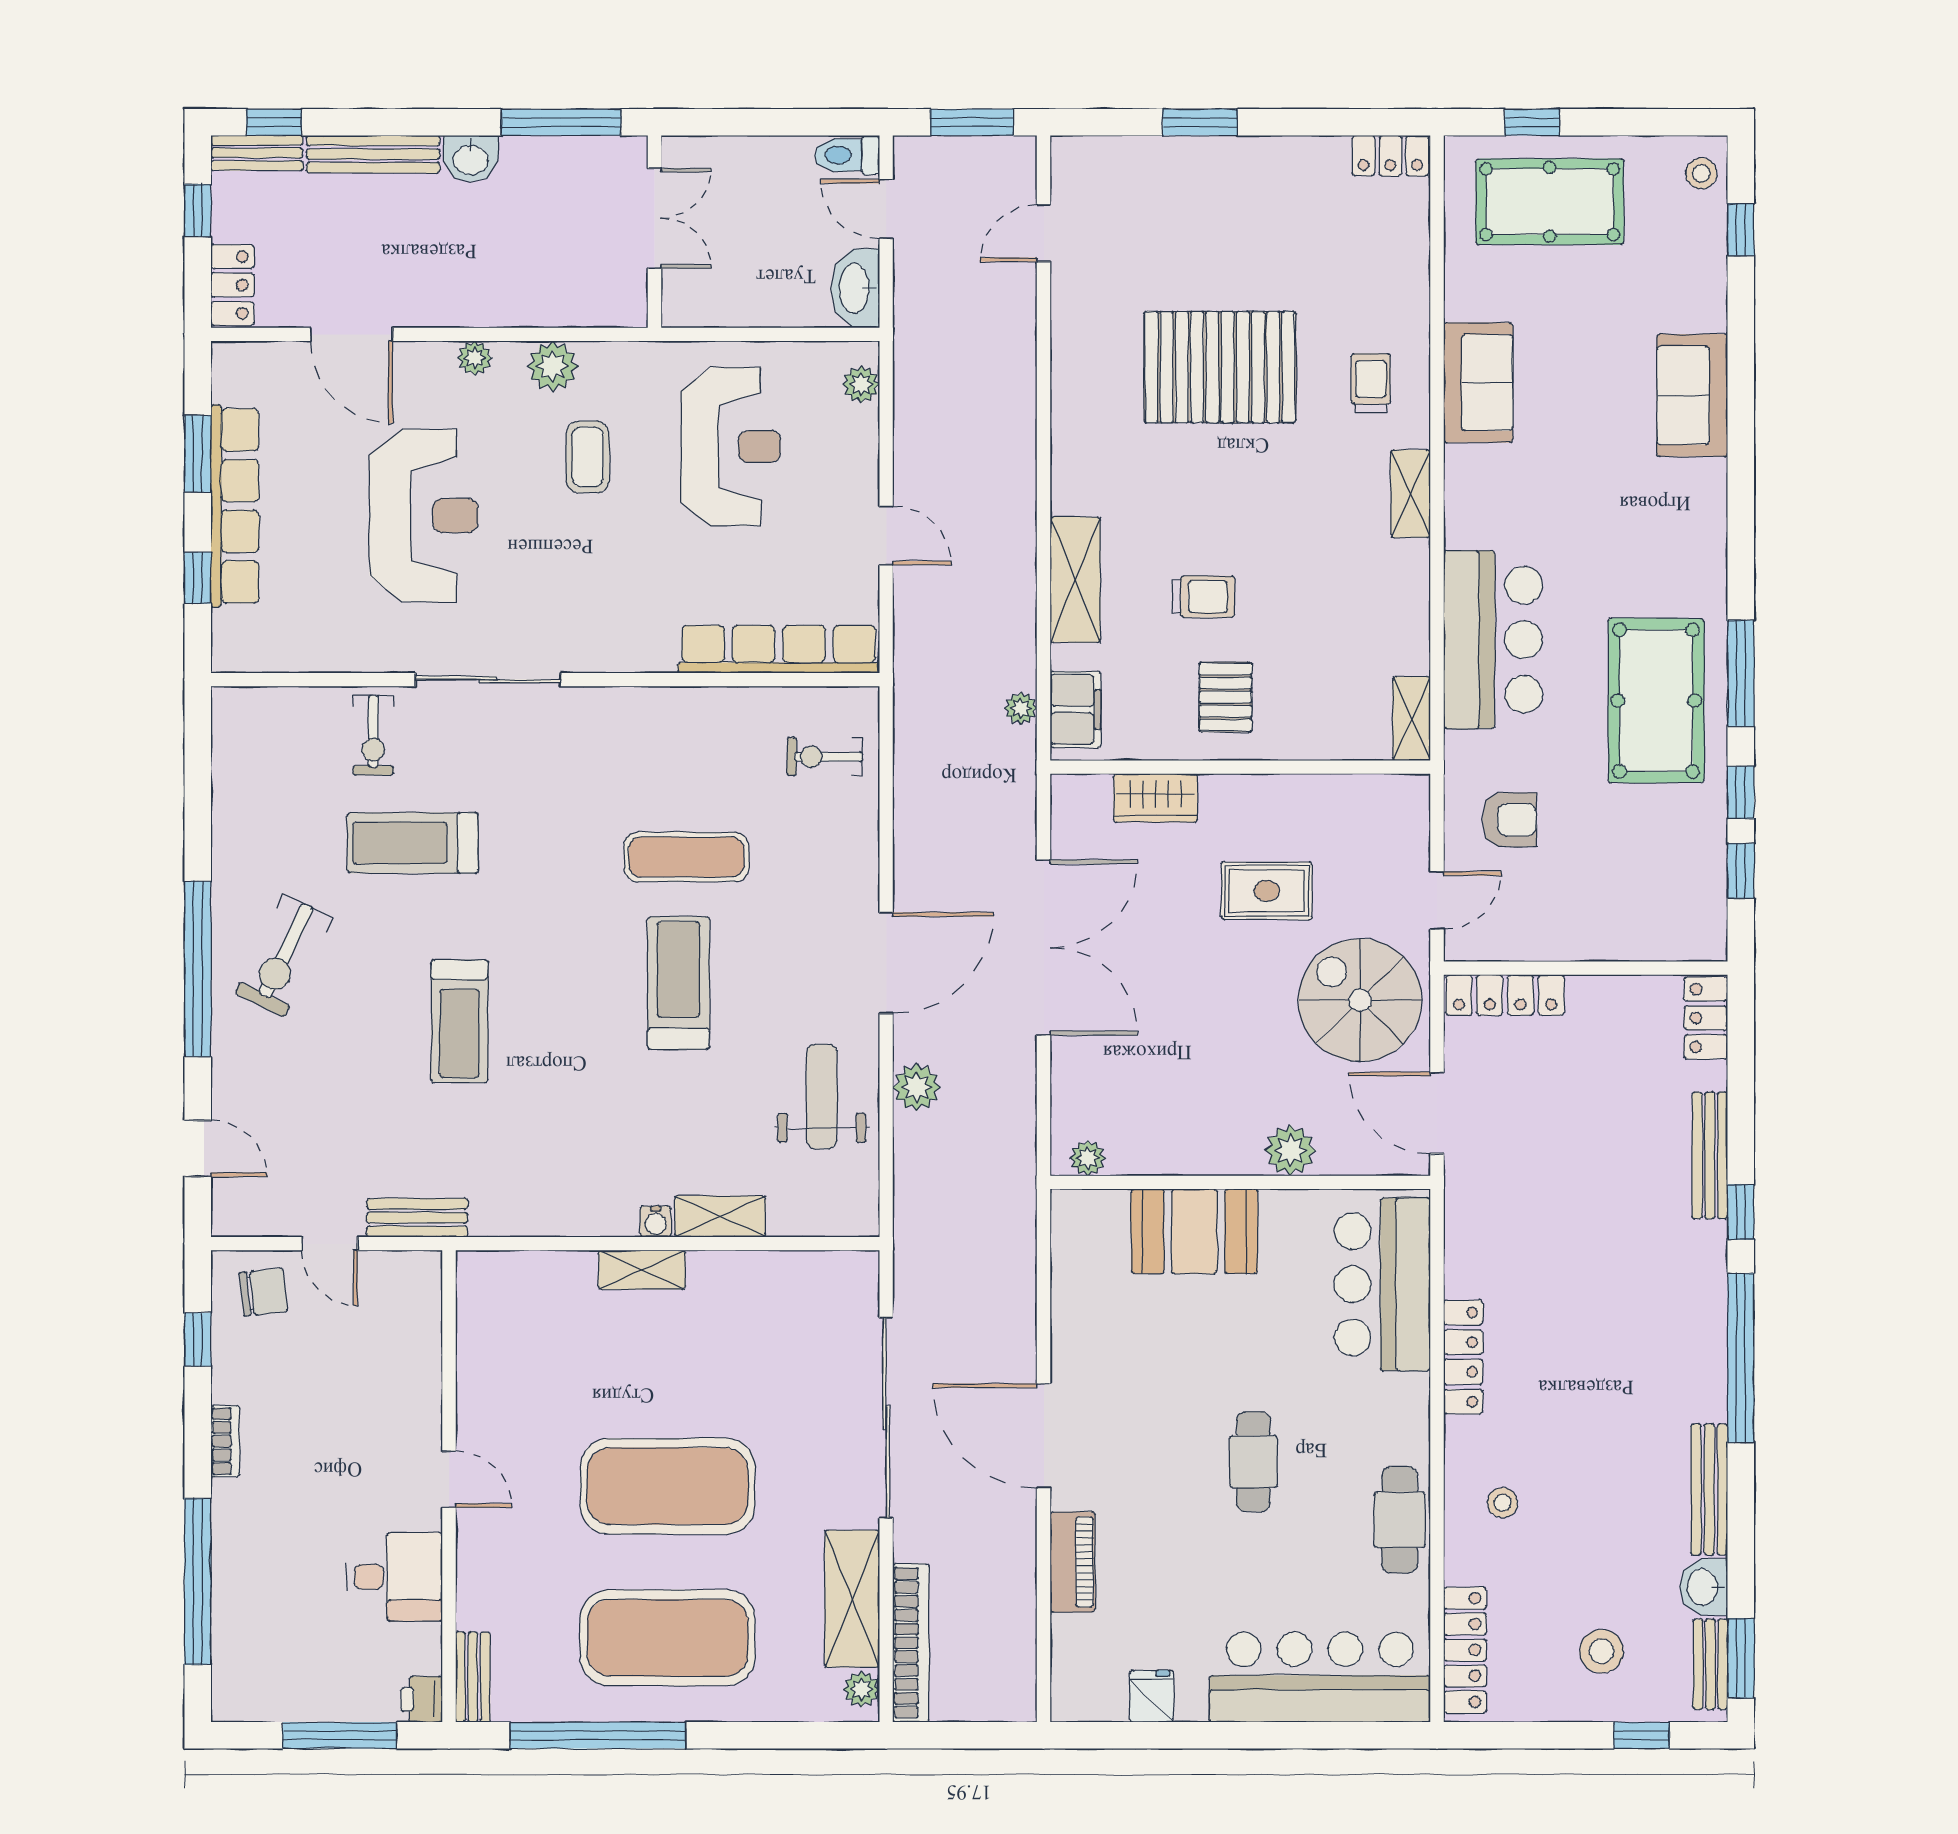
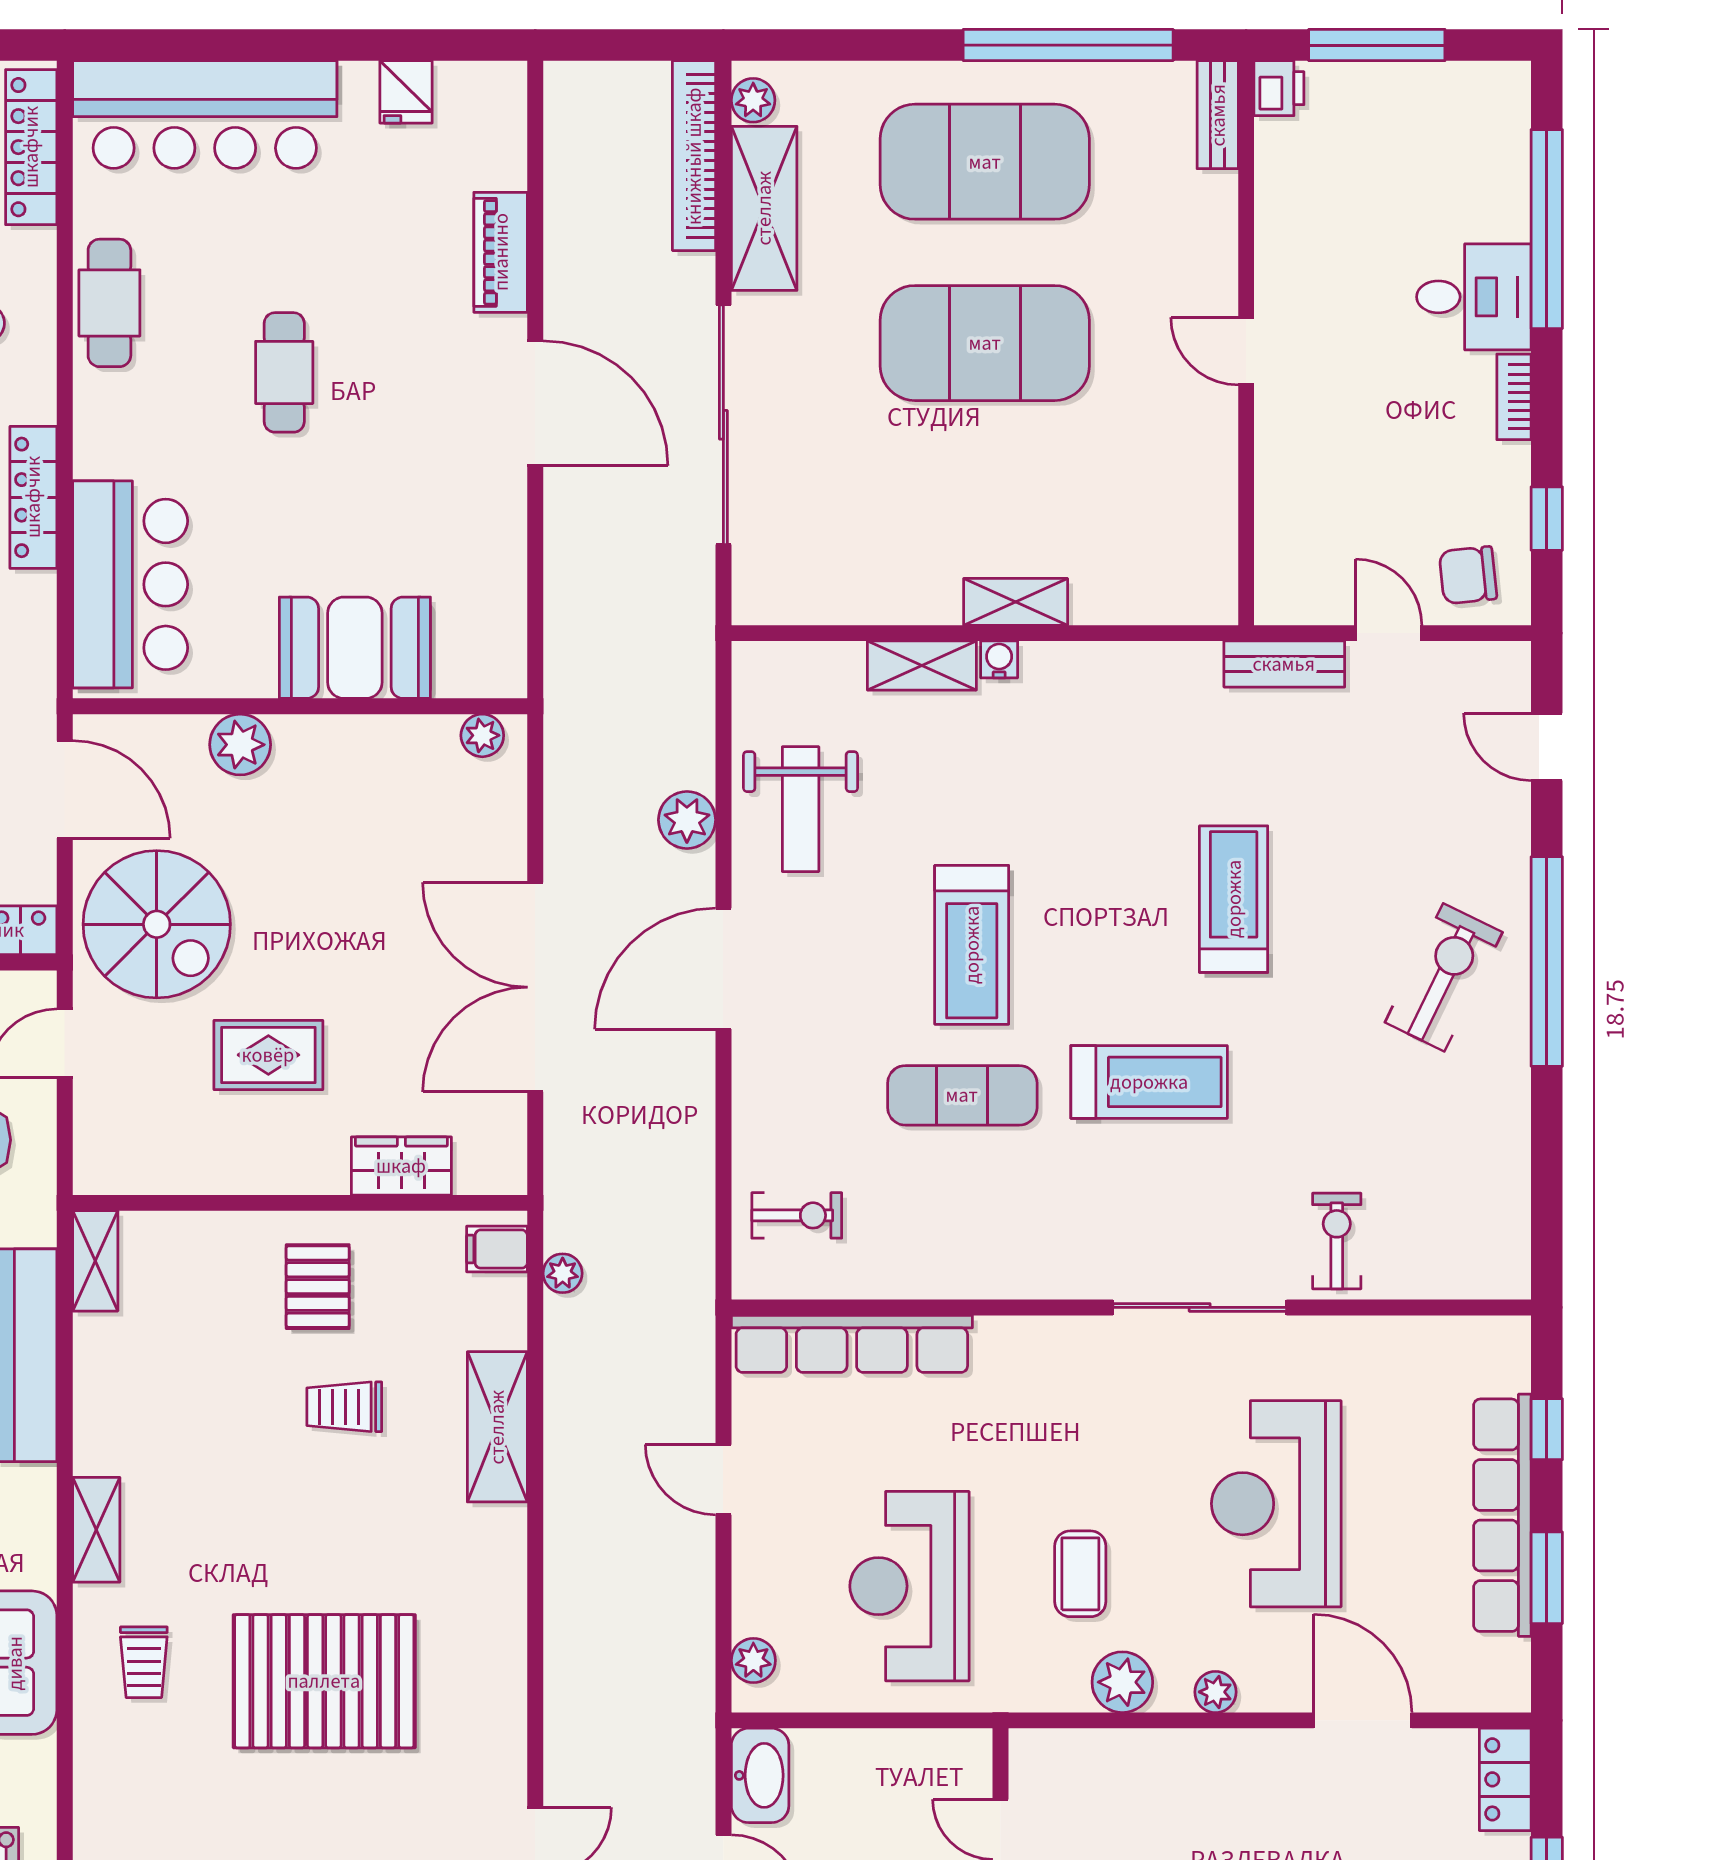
filing cabinet: (1076, 709) -> (497, 1249), width x0.50
treadmill: (413, 843) -> (1149, 1082), moved
desk: (395, 1577) -> (1474, 297), moved, turned 180

